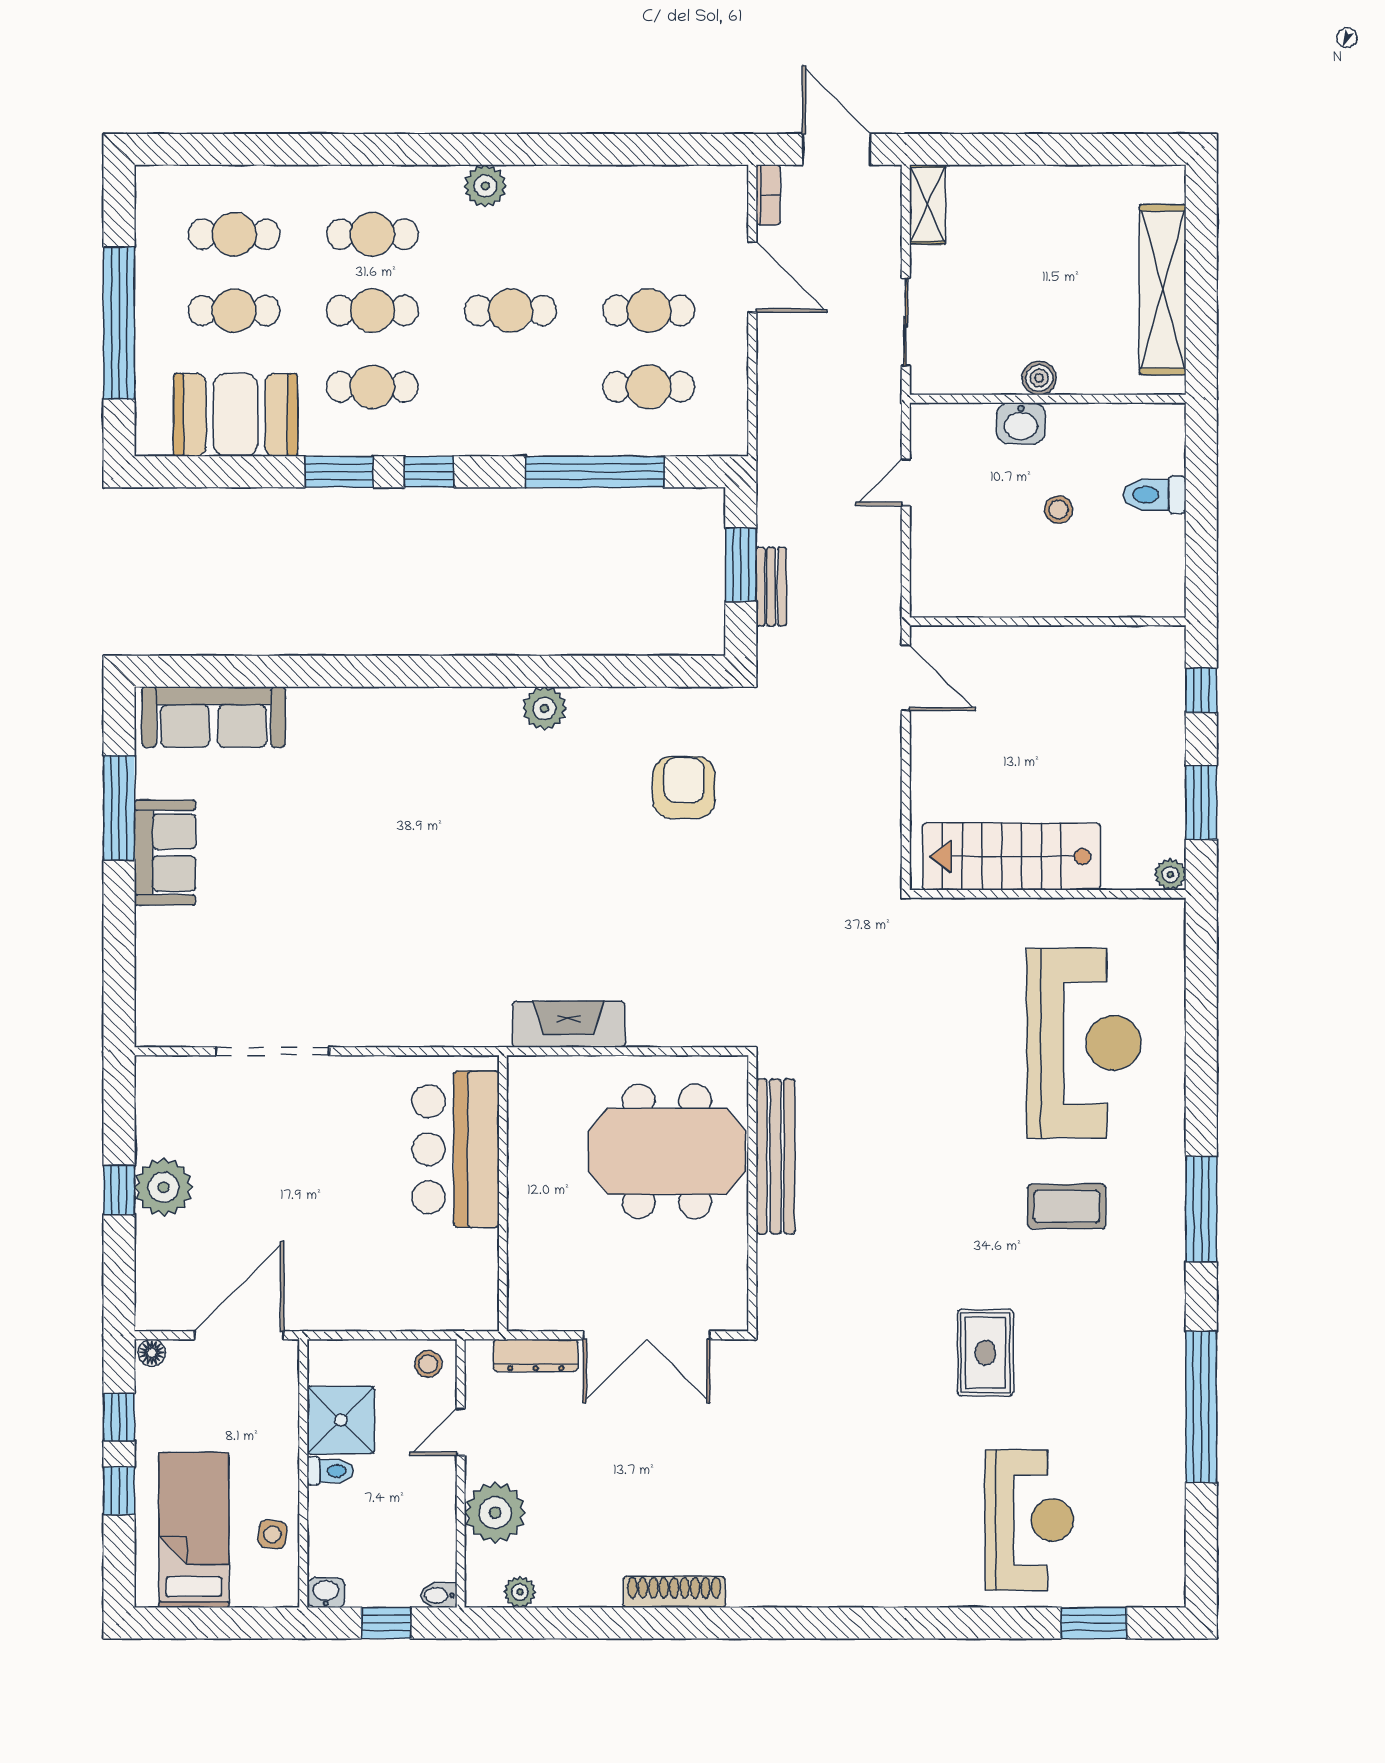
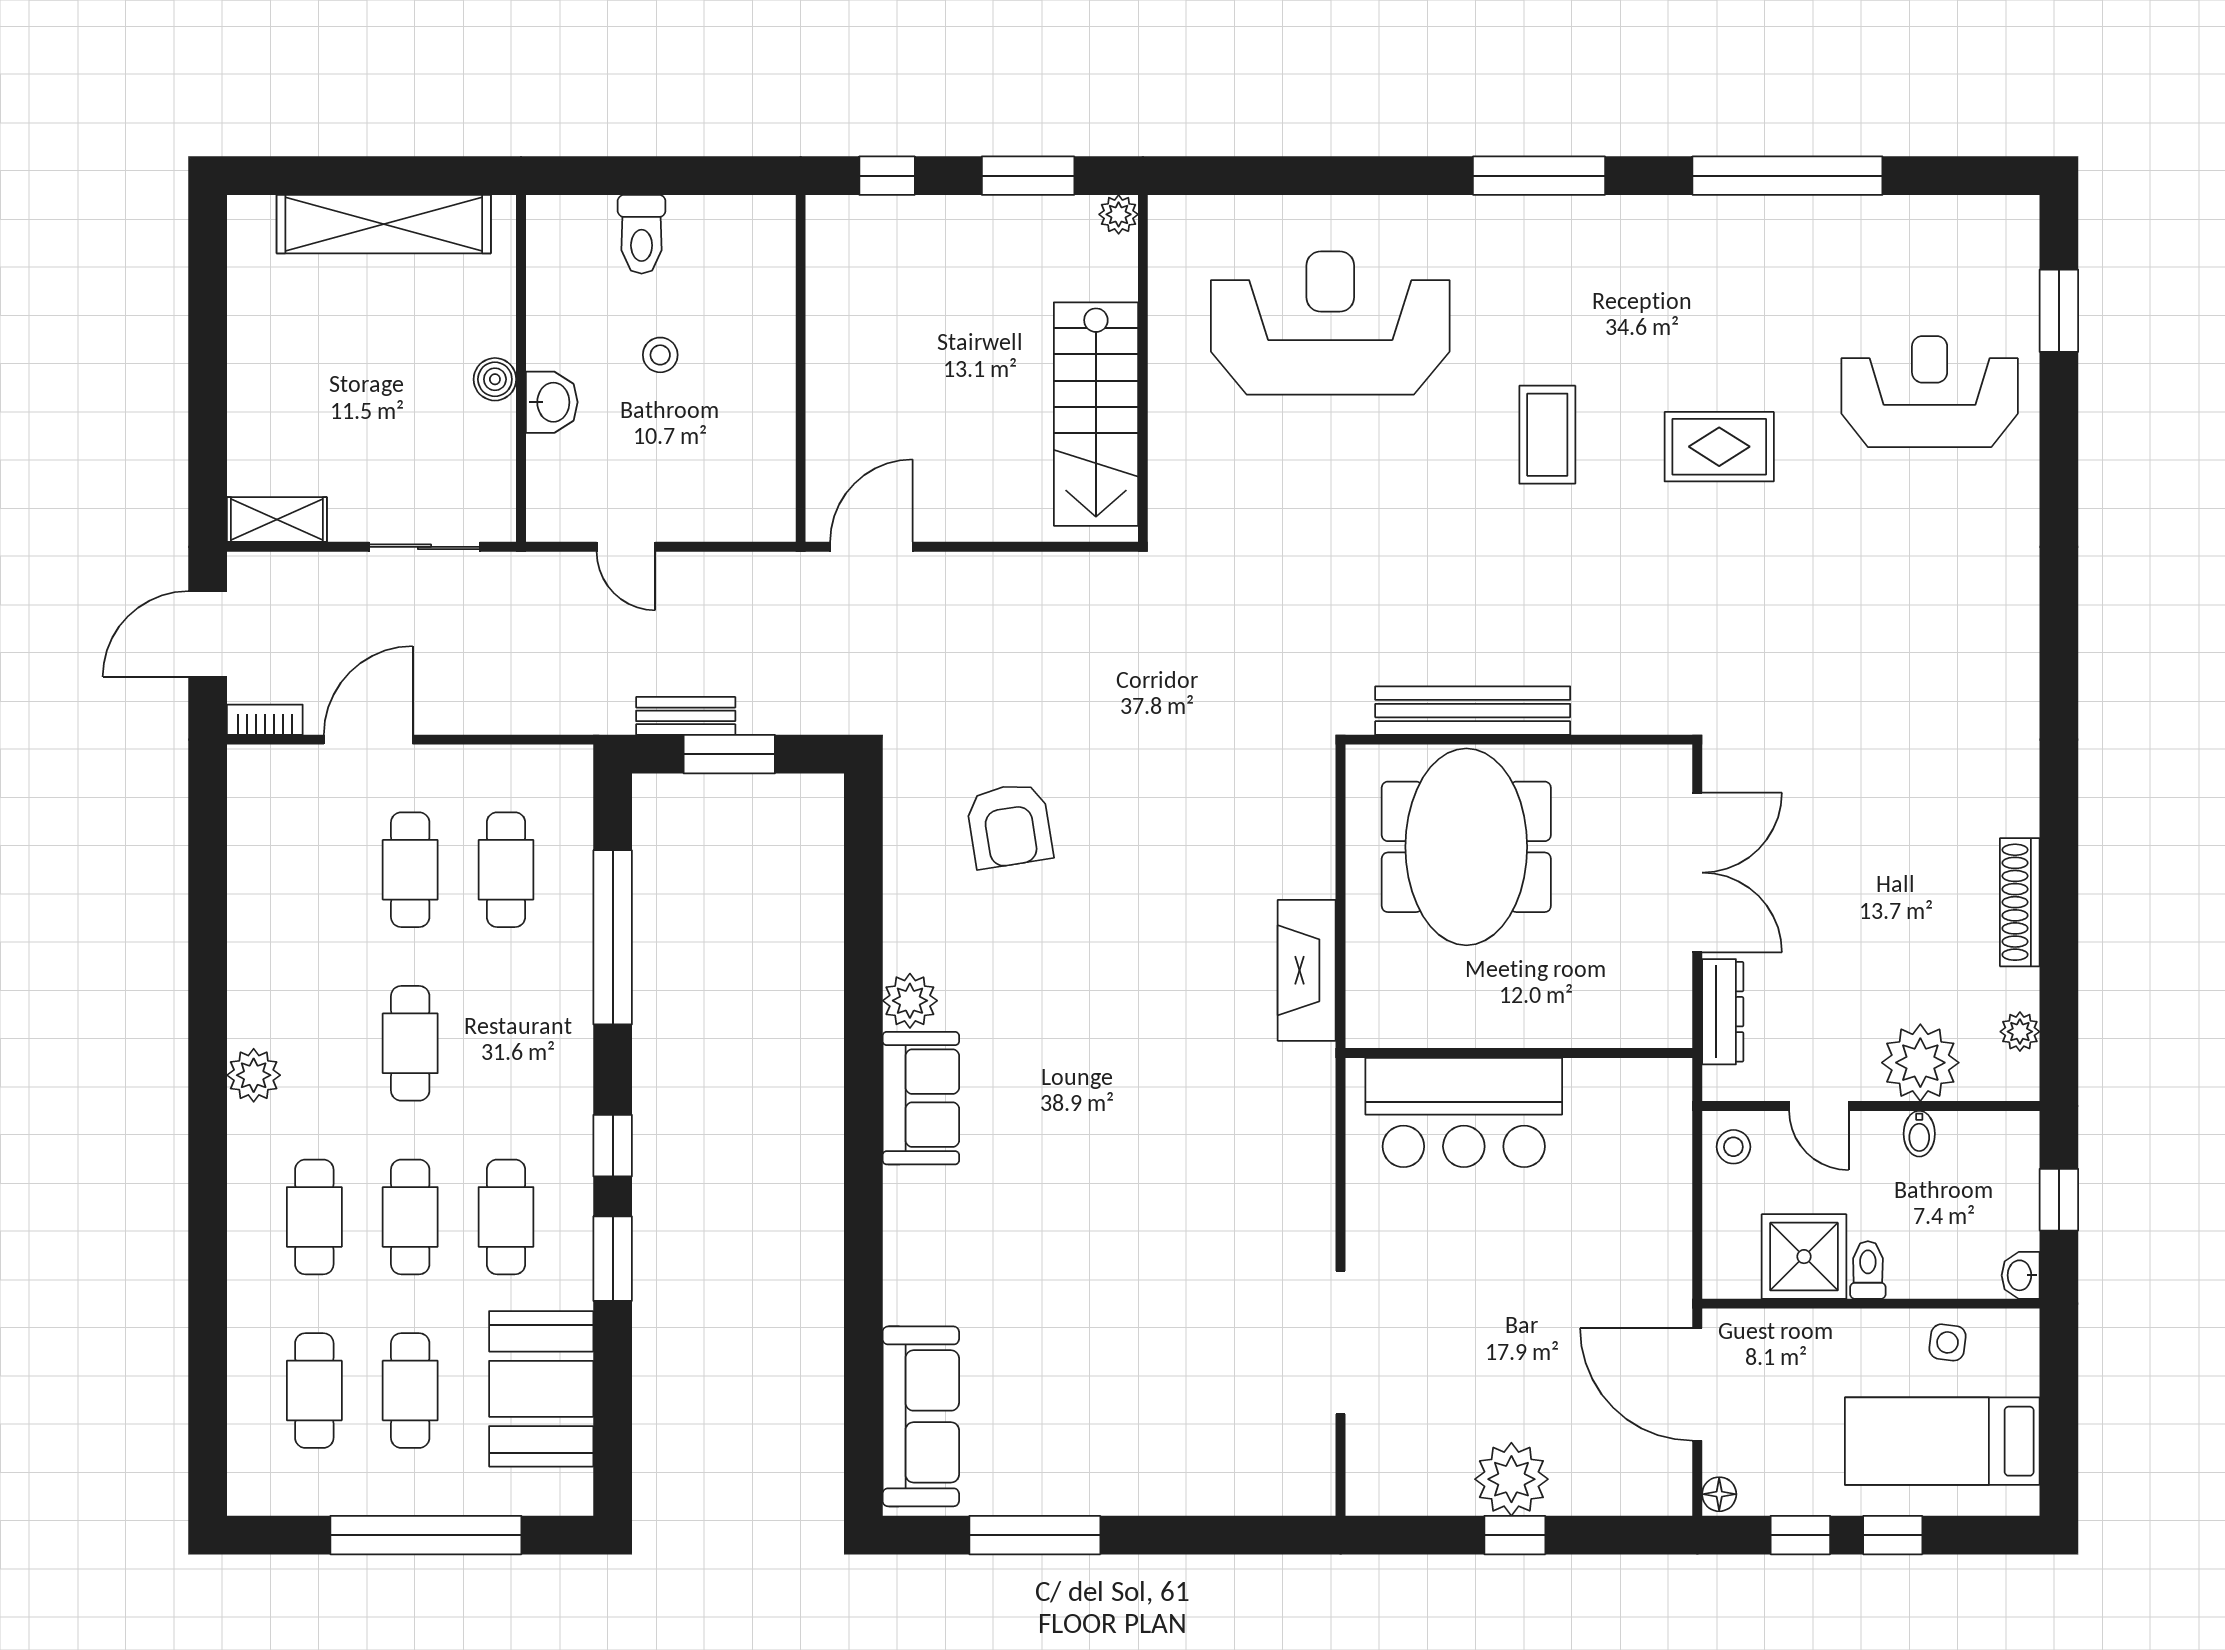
bench: (771, 587) -> (686, 716), moved
armchair: (684, 788) -> (1009, 825), turned -99
sofa: (165, 852) -> (921, 1098), moved, turned 90
coffee table: (1067, 1206) -> (1547, 435), moved
shoe rack: (674, 1592) -> (2020, 902), moved
bidet: (439, 1595) -> (1919, 1134), moved

